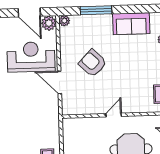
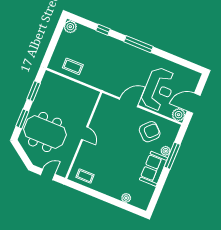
plant: (64, 21) -> (166, 151), moved
sofa: (131, 24) -> (154, 169), moved
armchair: (93, 63) -> (150, 132), moved

